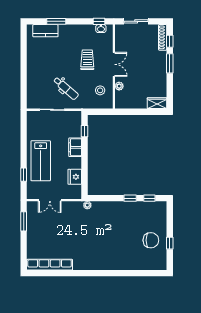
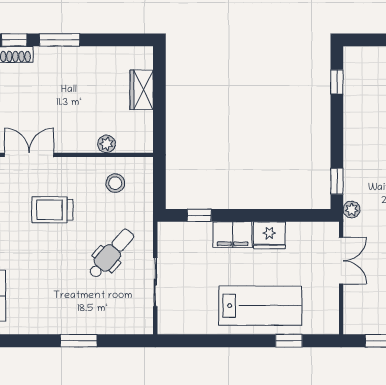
double door: (114, 64) -> (29, 155), moved
window: (24, 73) -> (79, 341), added
wardrobe: (157, 103) -> (142, 90), moved
fridge: (75, 177) -> (269, 235), moved
window: (130, 198) -> (337, 181), moved
double door: (50, 200) -> (341, 261), moved

